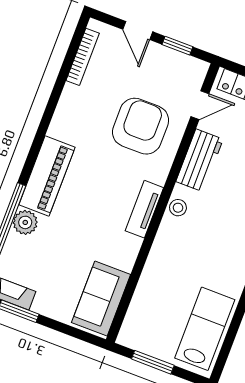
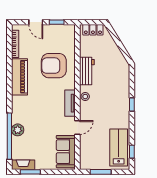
door: (200, 105) -> (77, 127), moved
armchair: (141, 126) -> (54, 66), turned -90
piano: (47, 176) -> (20, 77), moved
window: (227, 346) -> (132, 152), added

